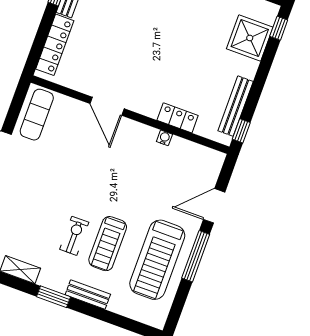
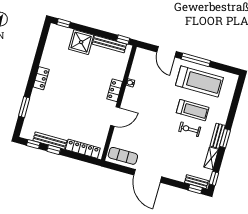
shower: (250, 38) -> (81, 42), moved
locker: (178, 118) -> (115, 90), moved
bench: (88, 295) -> (218, 136), moved

